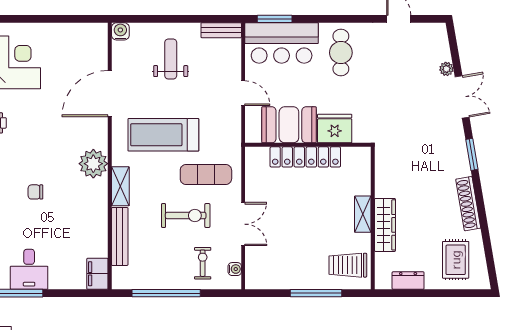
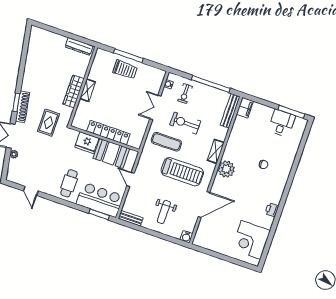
shoe rack: (468, 204) -> (22, 107), moved
wardrobe: (385, 225) -> (74, 91), moved
bench: (120, 236) -> (230, 111), moved
rug: (456, 260) -> (49, 123), moved
trolley: (348, 265) -> (125, 70), moved
dresser: (408, 281) -> (79, 46), width x1.44

